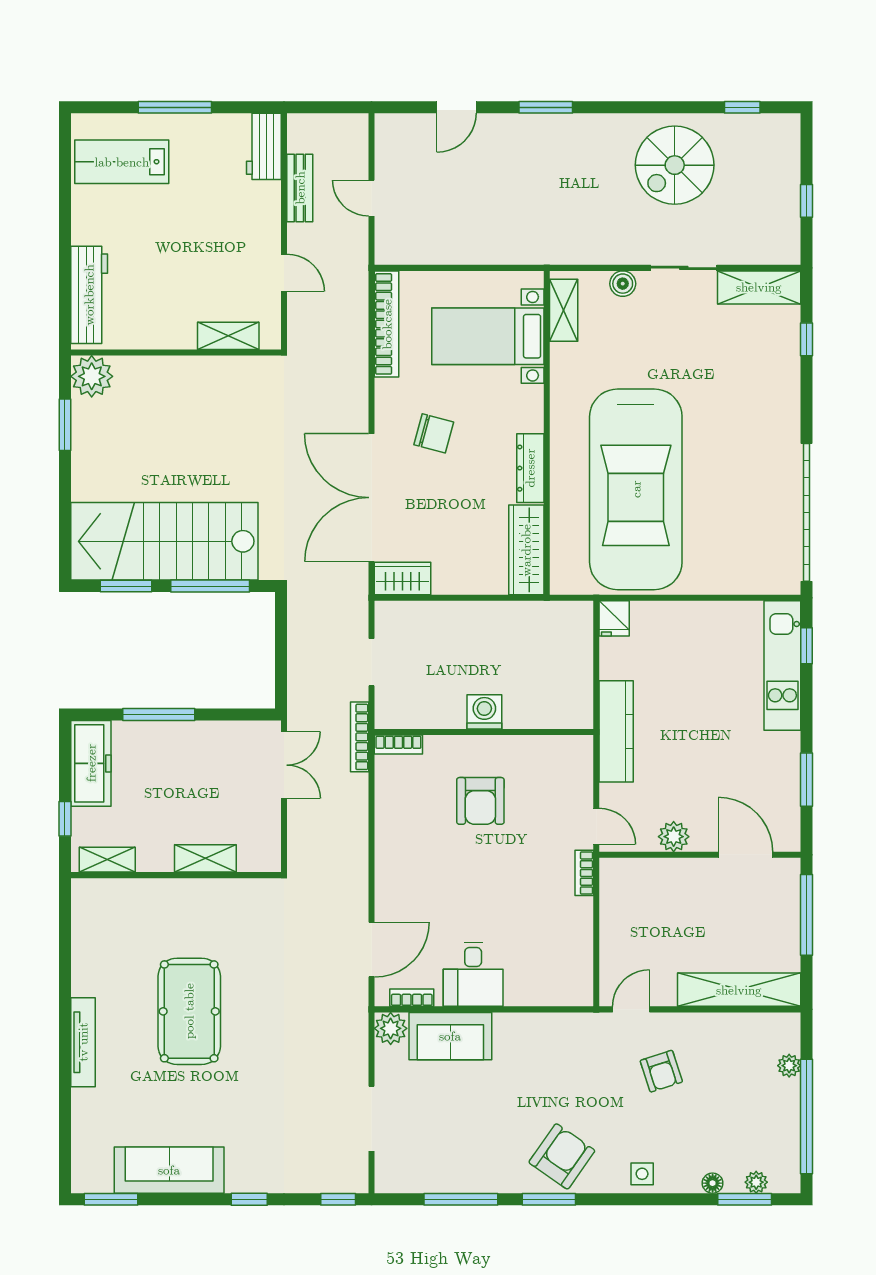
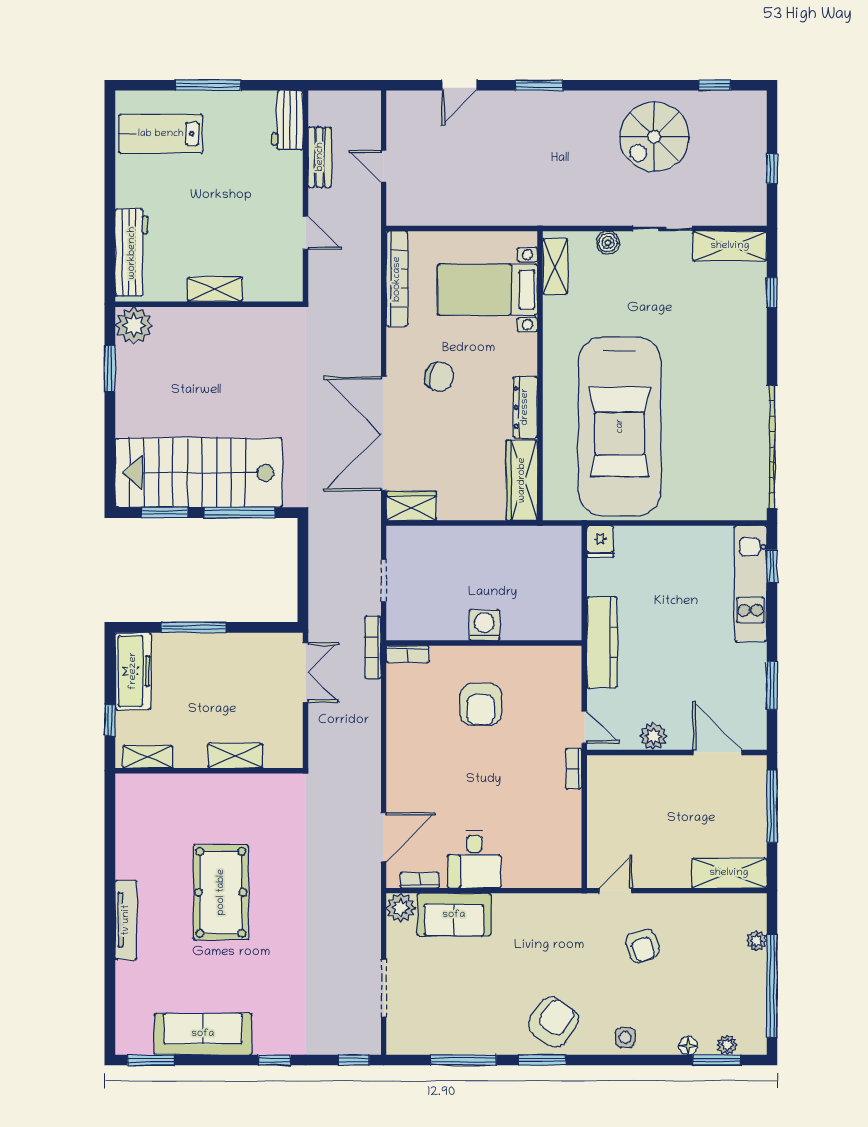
shelving: (228, 336) -> (215, 289), moved
shelving: (739, 990) -> (729, 873), width x0.68

